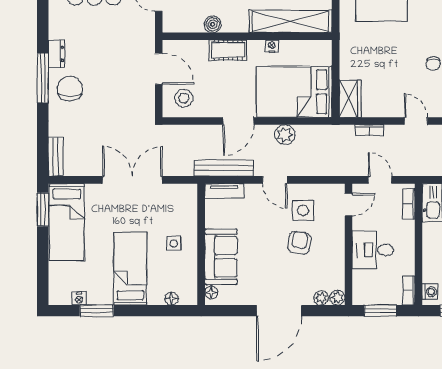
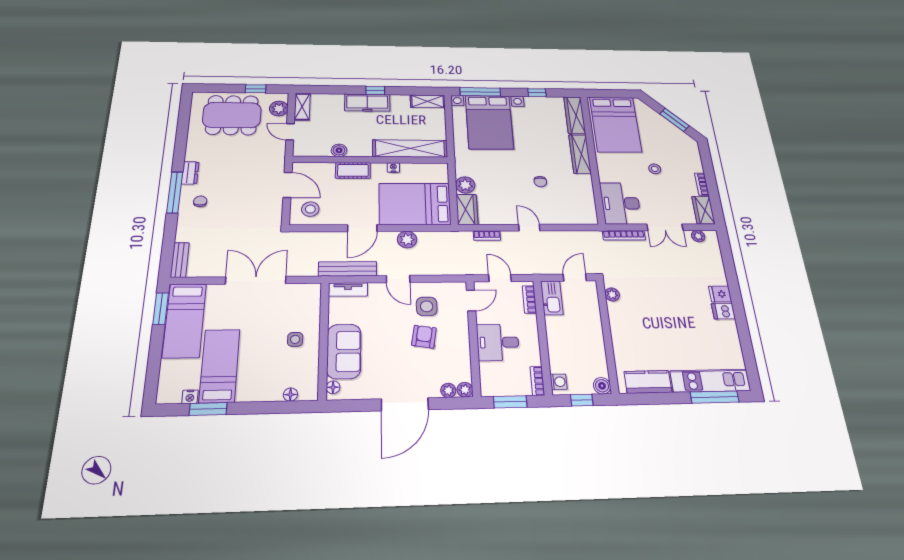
plant: (350, 68) -> (465, 185), added
chair: (70, 89) -> (200, 201), width x0.54, depth x0.54
bed: (130, 269) -> (220, 366), moved

